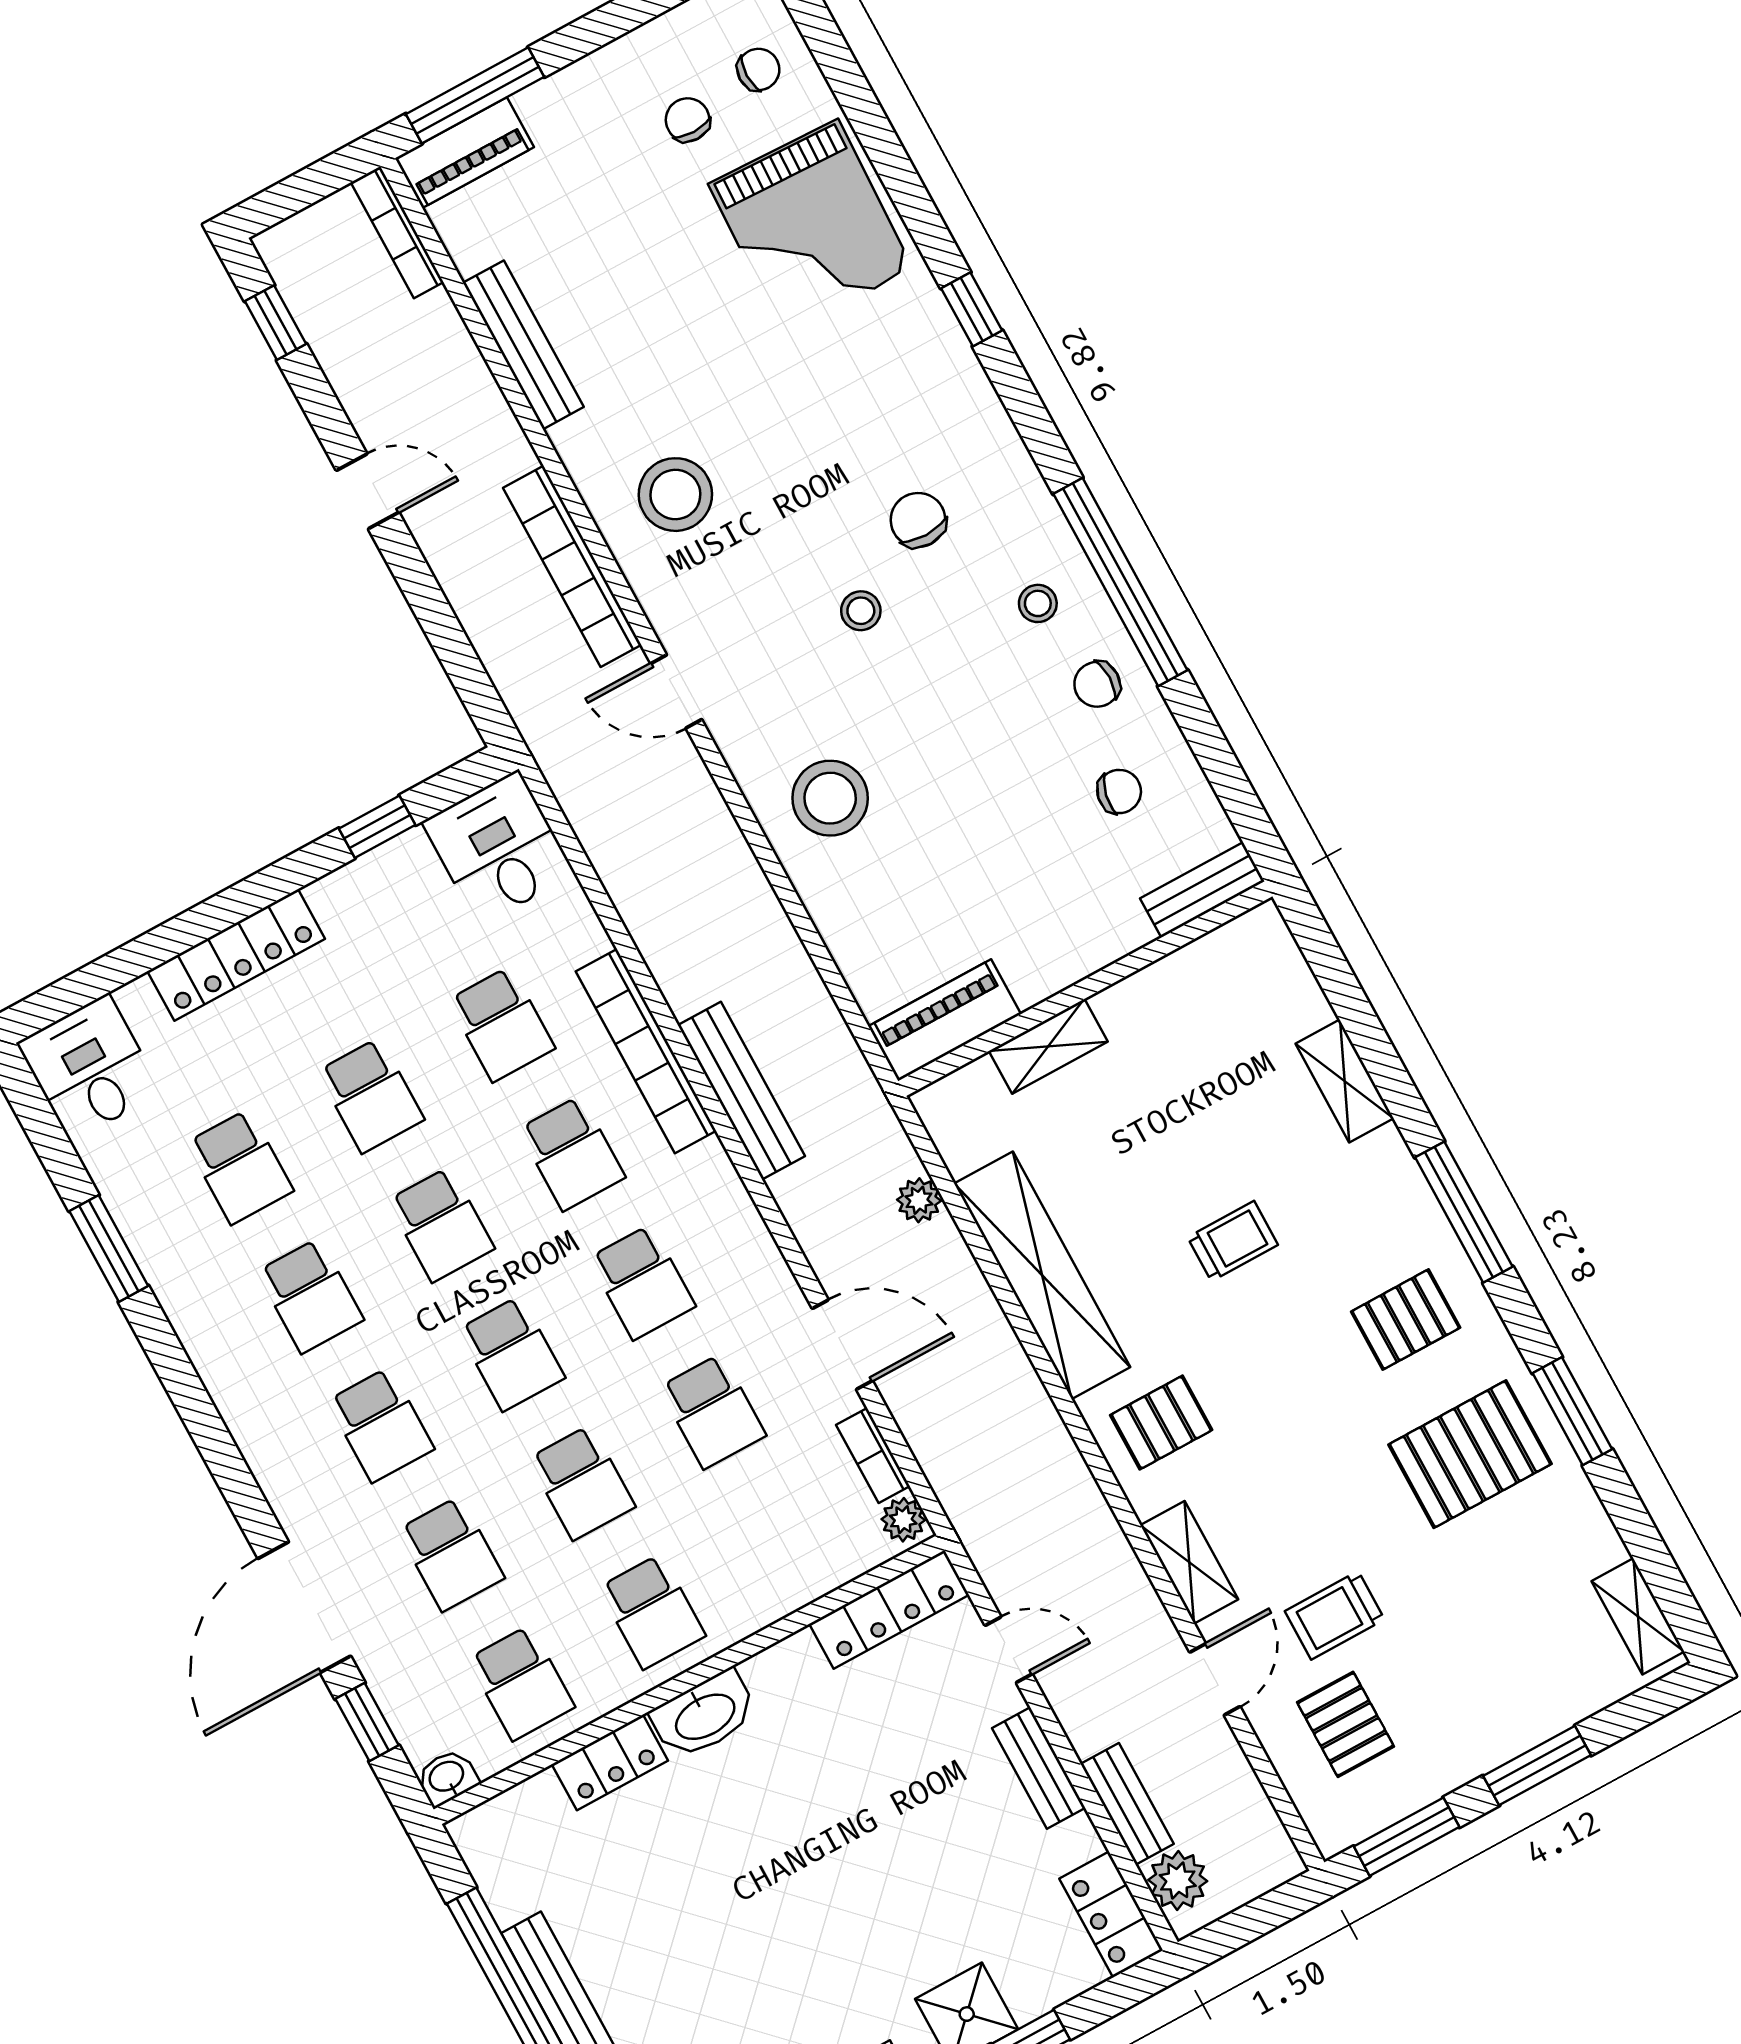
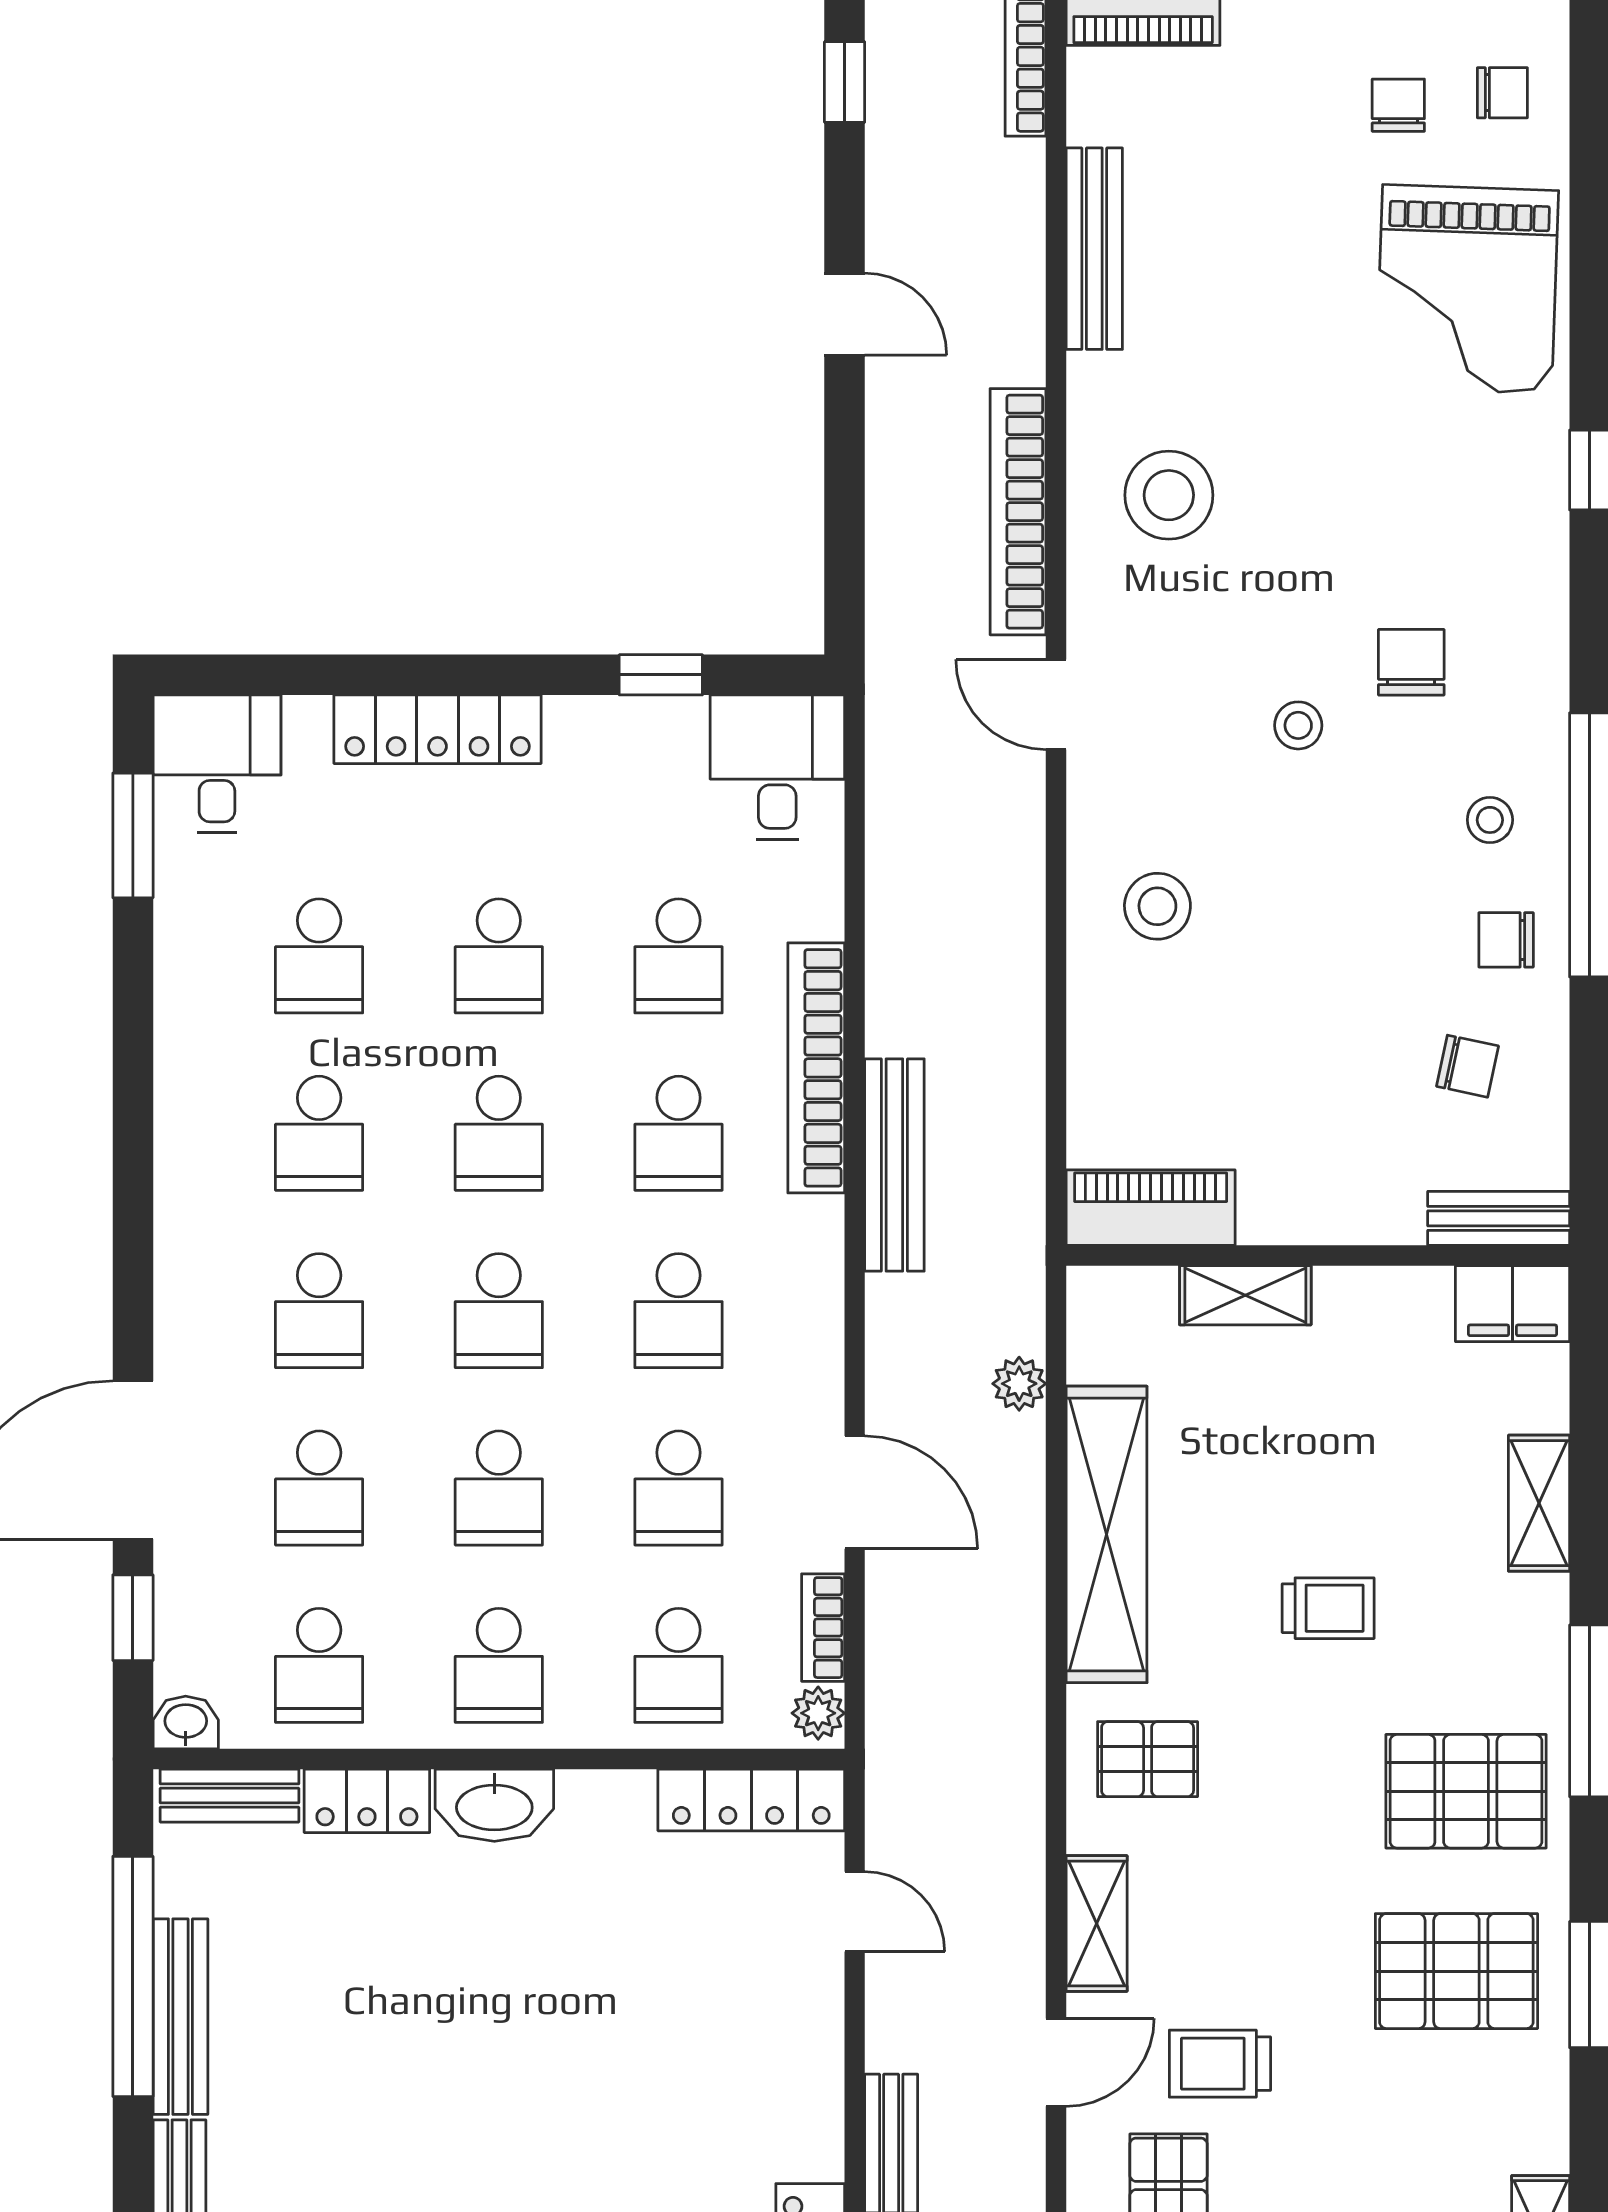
stool: (830, 798) -> (1157, 906), width x0.73, depth x0.73
filing cabinet: (1246, 946) -> (1513, 1304), added
window: (109, 1248) -> (133, 835), moved
pallet: (1406, 1320) -> (1466, 1791), width x1.50, depth x1.42
school desk: (783, 1540) -> (678, 1665), added
bench: (1039, 1768) -> (229, 1796), moved, turned 90

